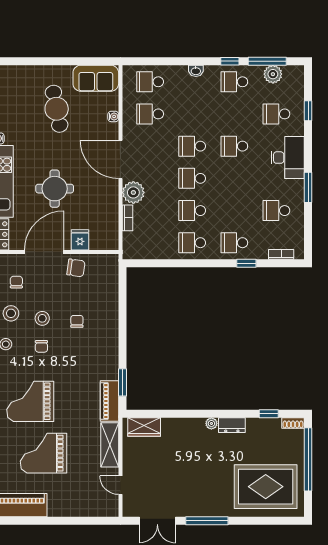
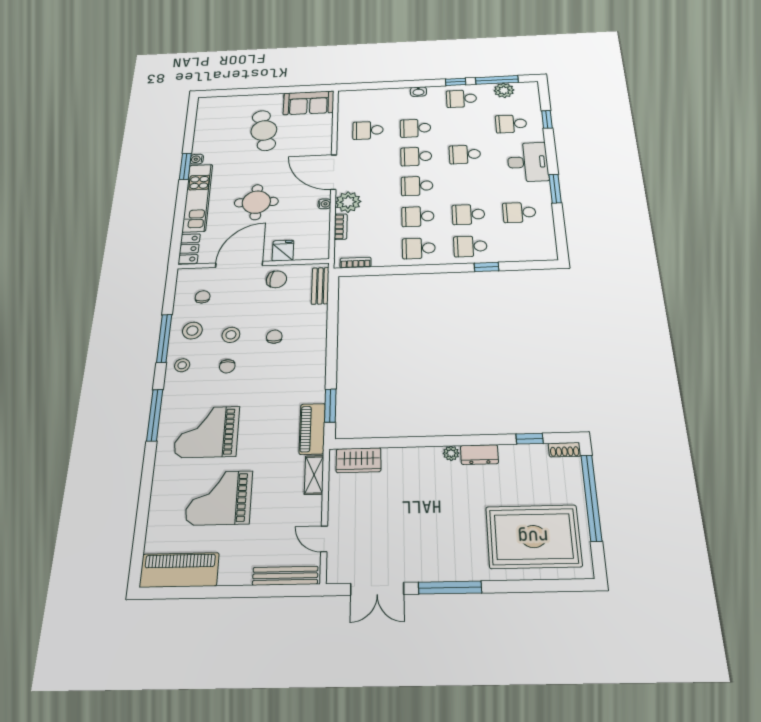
school desk: (150, 82) -> (415, 128), moved
water cooler: (113, 116) -> (324, 204), moved
school desk: (234, 211) -> (468, 214), added
bookcase: (281, 254) -> (356, 263), moved
bench: (112, 276) -> (320, 286), added
shelving: (110, 445) -> (314, 475), width x0.67, depth x0.75
bench: (94, 511) -> (285, 576), added

